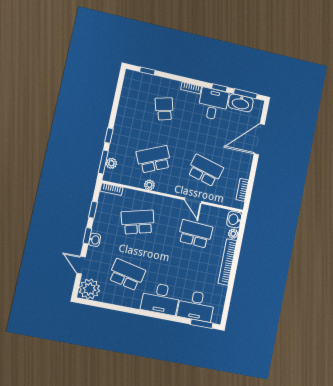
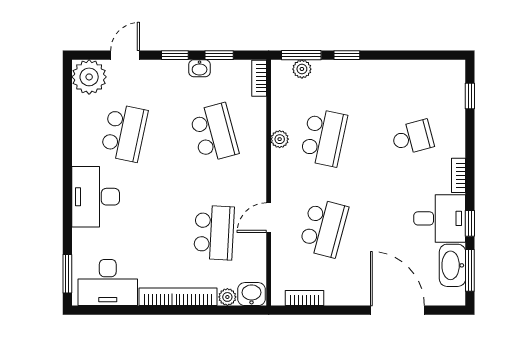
school desk: (154, 159) -> (324, 137), turned 36
washbasin: (95, 240) -> (200, 68), moved
desk: (196, 306) -> (108, 282), moved, turned -90

